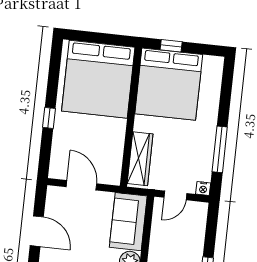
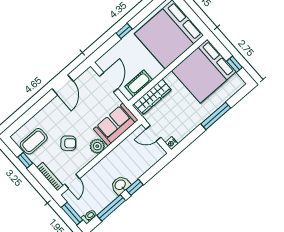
window: (171, 46) -> (234, 64), moved
window: (220, 149) -> (216, 116), moved
cot: (113, 158) -> (139, 83), added

